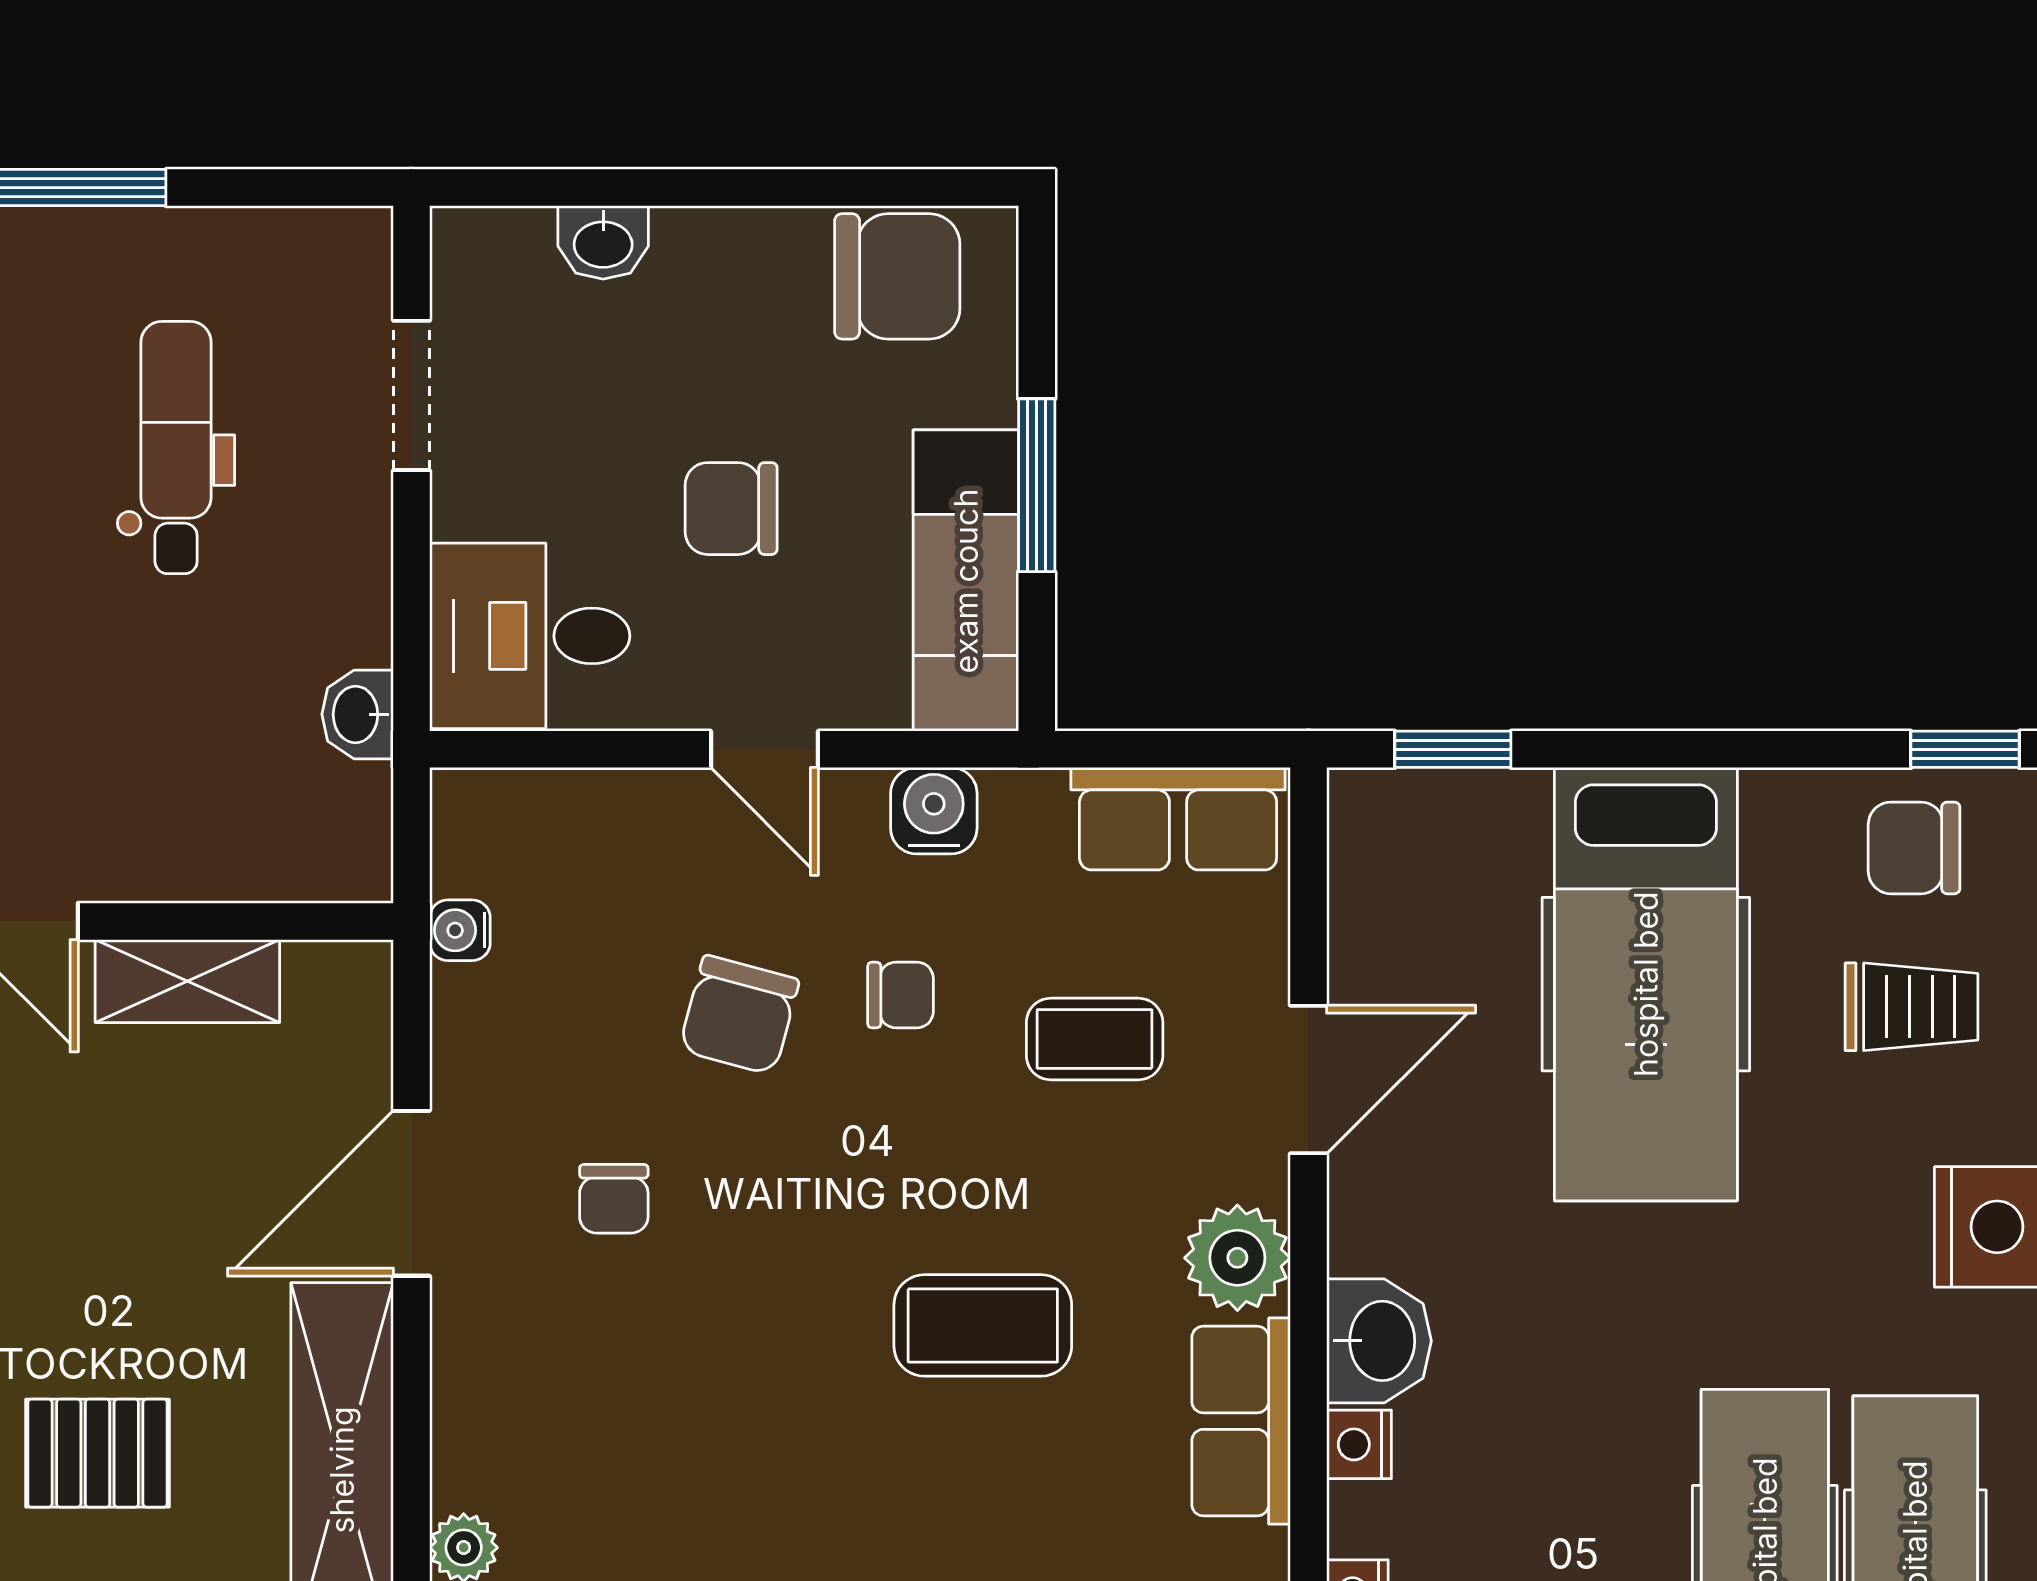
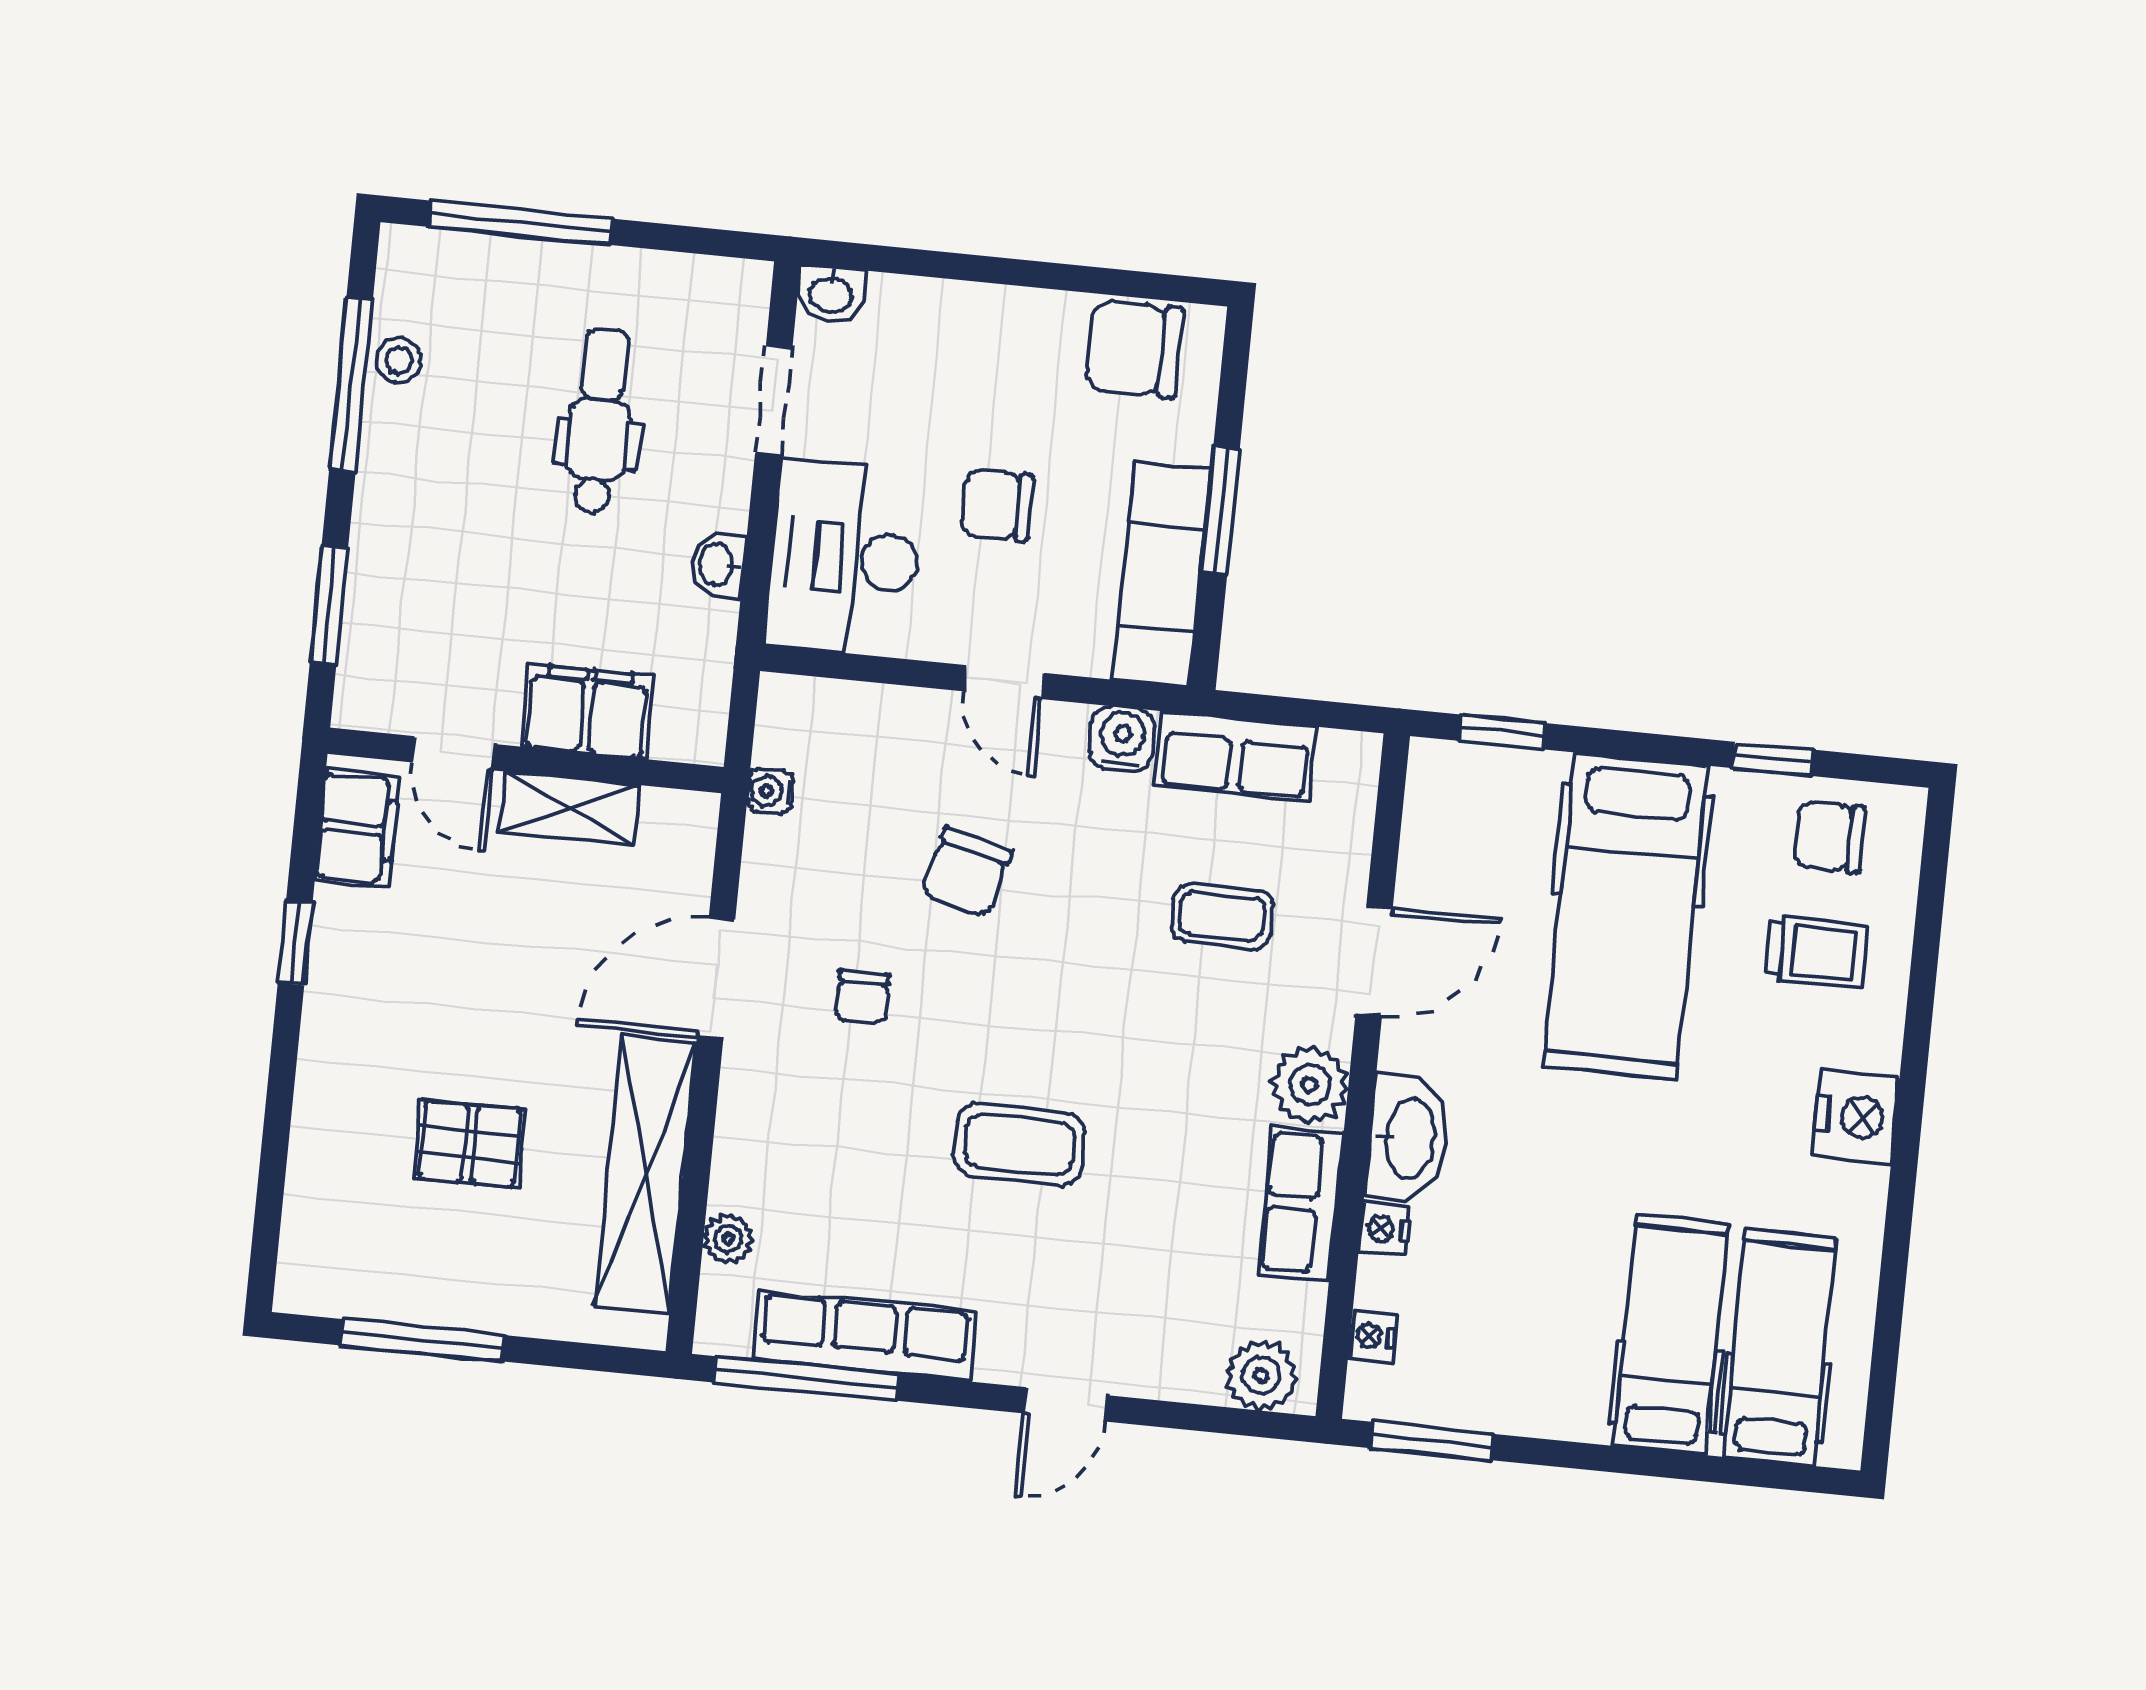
washbasin: (603, 242) -> (831, 294), moved
chair: (897, 276) -> (1134, 349), turned 180
desk: (530, 636) -> (845, 558), width x1.37
washbasin: (358, 714) -> (718, 565), moved
window: (1965, 749) -> (1773, 759), moved
row of seats: (1178, 819) -> (1236, 756), moved
filing cabinet: (199, 846) -> (587, 711), added
chair: (900, 995) -> (1085, 870), removed
coffee table: (983, 1325) -> (1019, 1145), moved
washbasin: (1379, 1341) -> (1408, 1138), width x1.38

